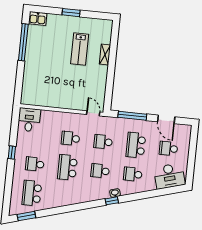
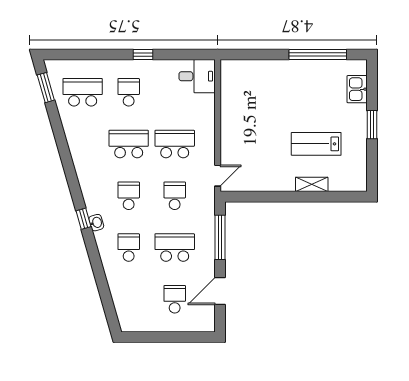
kitchen sink: (38, 19) -> (357, 89), moved
school desk: (70, 138) -> (175, 144), width x1.85
desk: (169, 176) -> (132, 305), removed

